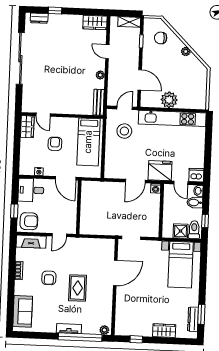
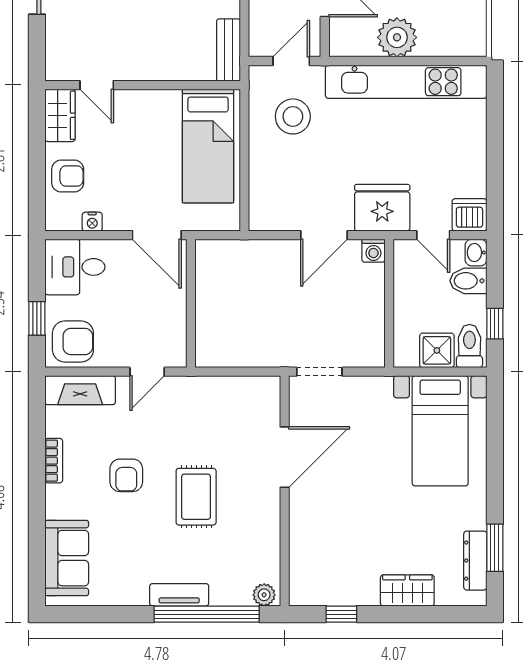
armchair: (55, 144) -> (68, 176), moved, turned 90

